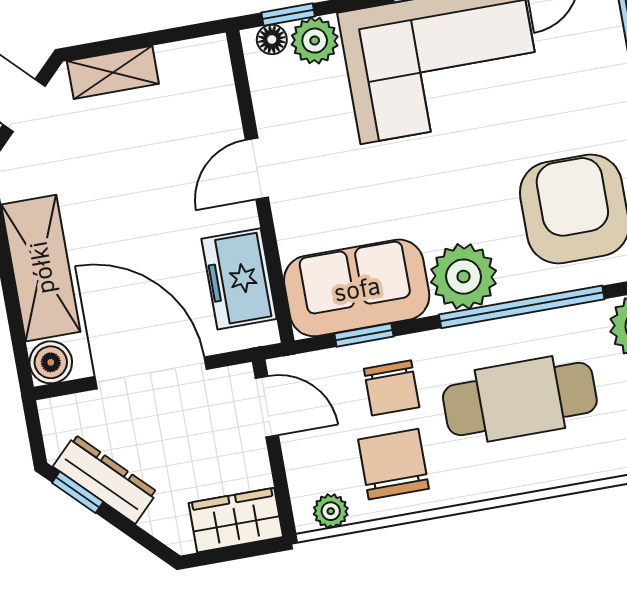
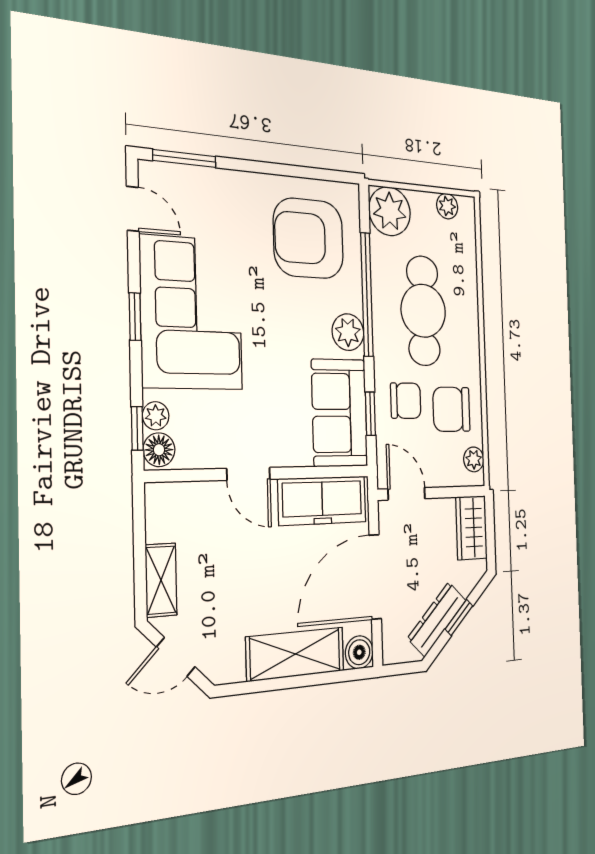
floor lamp: (272, 39) -> (159, 450), width x1.37, depth x1.37
plant: (315, 41) -> (156, 416), width x0.73, depth x0.73
plant: (463, 277) -> (348, 332), width x0.73, depth x0.73
freezer: (239, 279) -> (322, 501), width x1.40
door: (267, 407) -> (406, 494), hinge flipped
window: (78, 492) -> (459, 617), moved

